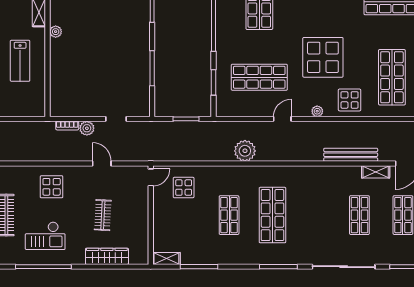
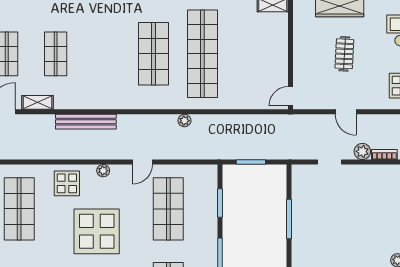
shop shelf: (259, 77) -> (168, 209), turned 90
plant: (245, 151) -> (184, 121), width x0.53, depth x0.53
bench: (351, 155) -> (86, 122), moved
display table: (184, 188) -> (253, 85), removed
shop shelf: (229, 215) -> (202, 54), width x2.00, depth x1.36

